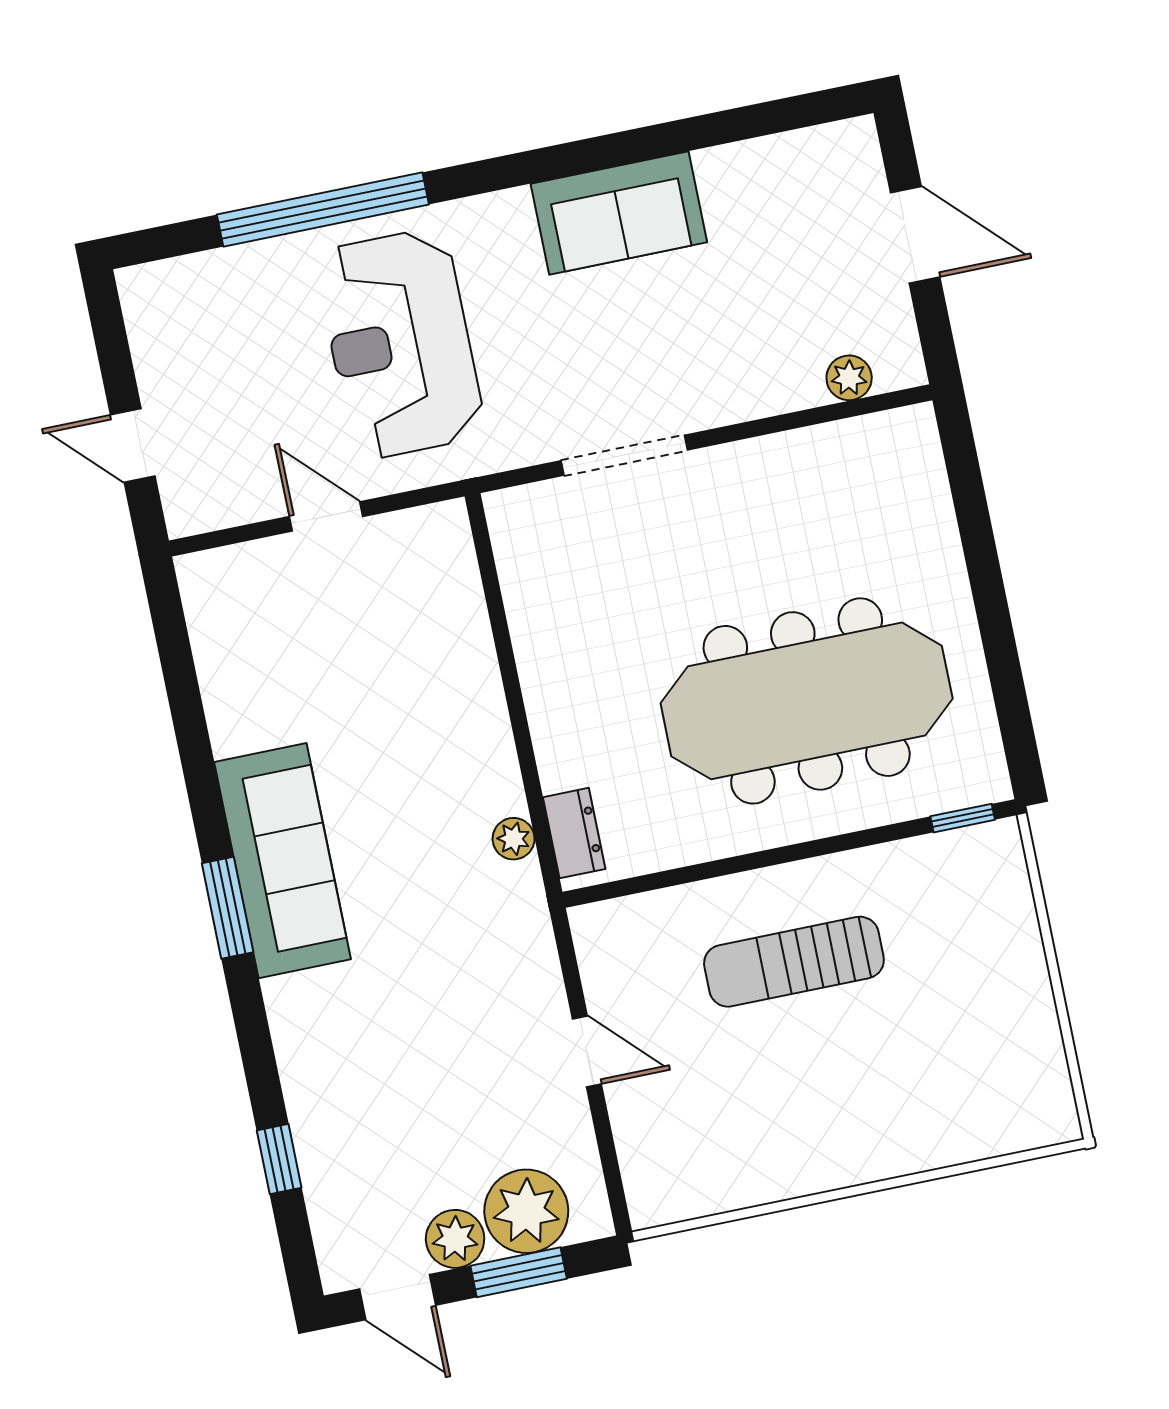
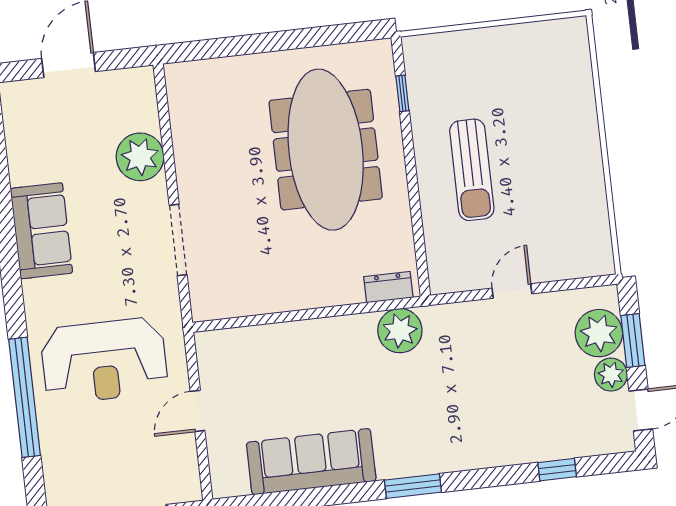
plant: (849, 378) -> (140, 157), moved, width x1.87, depth x1.87
window: (963, 818) -> (402, 93), moved
plant: (514, 839) -> (400, 331), width x1.87, depth x1.87
sofa: (283, 861) -> (311, 462), moved

